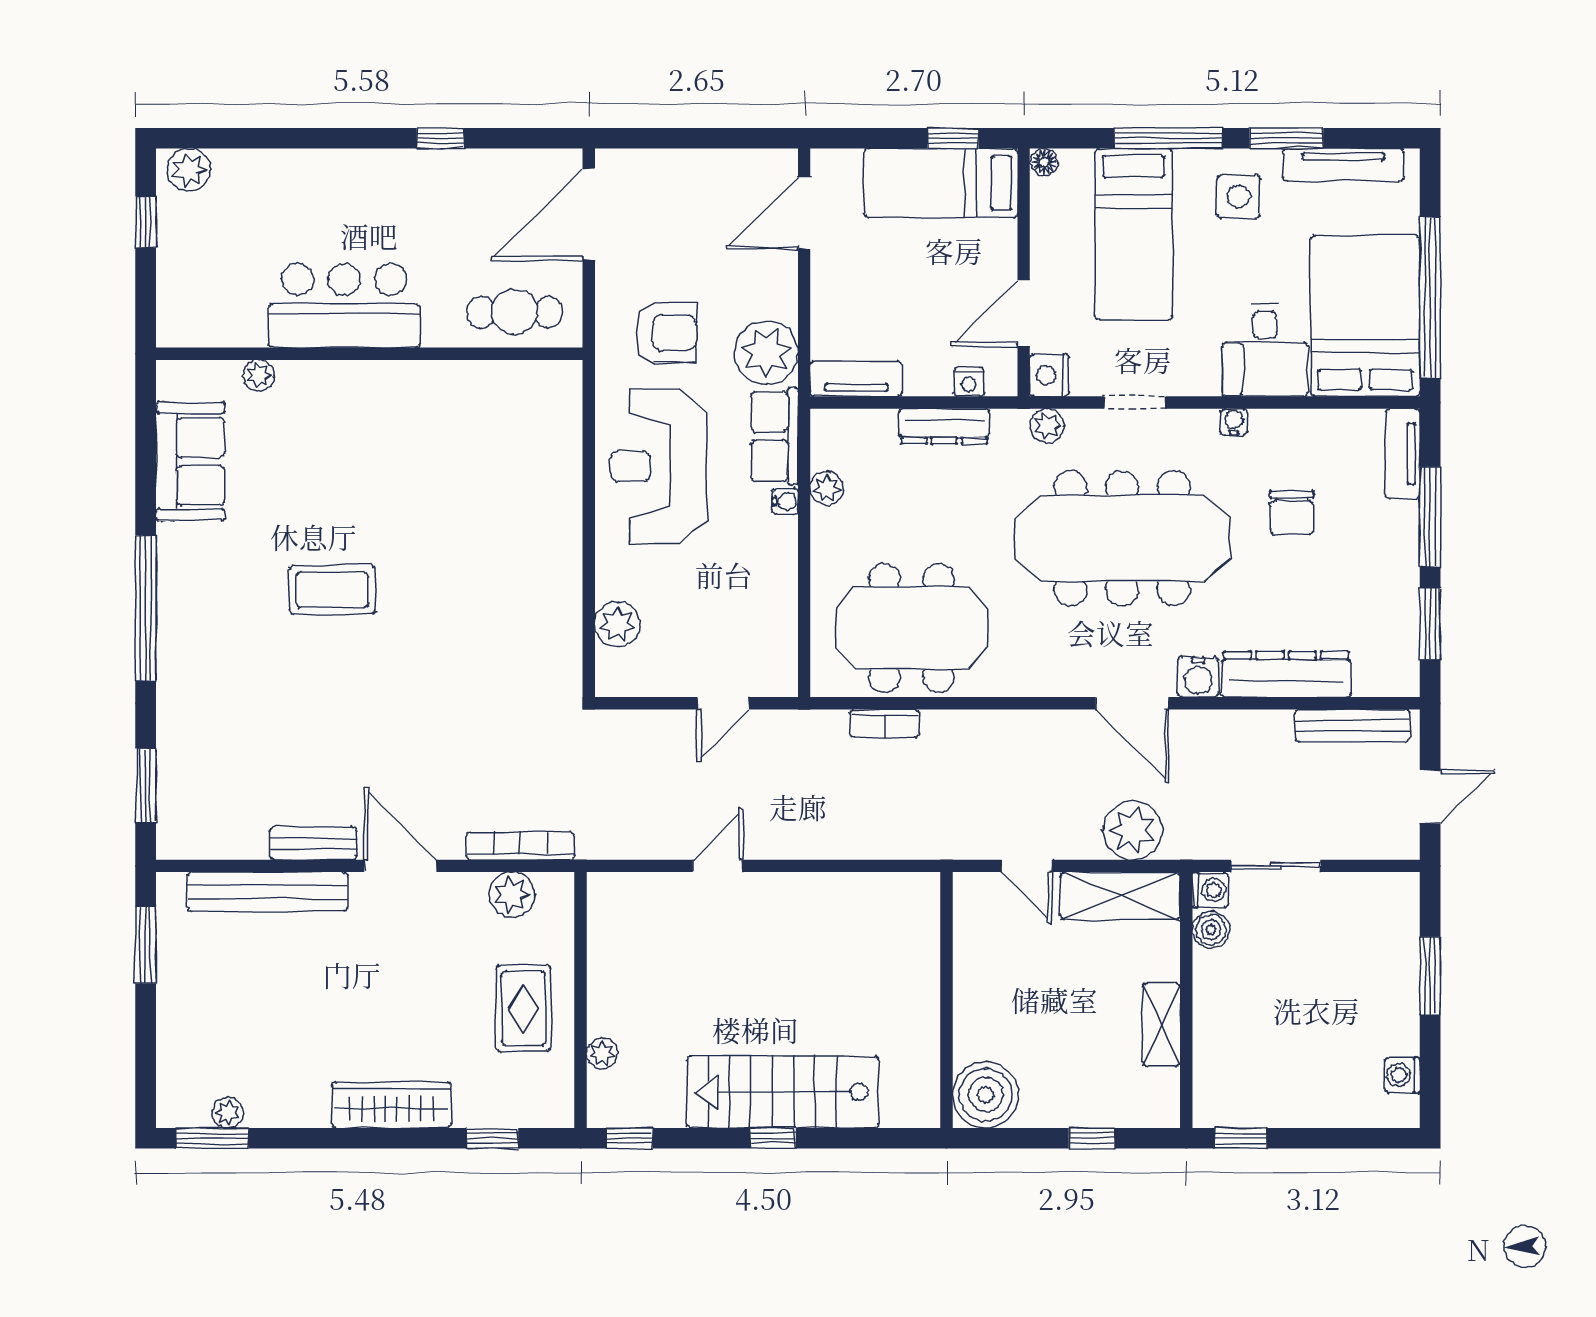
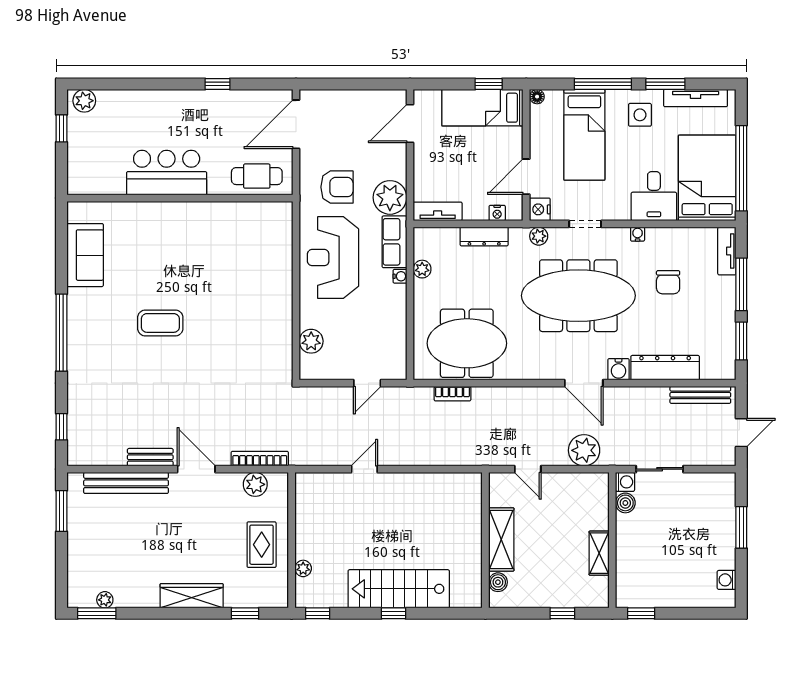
plant: (259, 375) -> (121, 210), removed
window: (146, 786) -> (61, 427), width x0.67
shelving: (1120, 896) -> (501, 539), moved, turned 90
boiler: (986, 1095) -> (498, 582), width x0.54, depth x0.54

